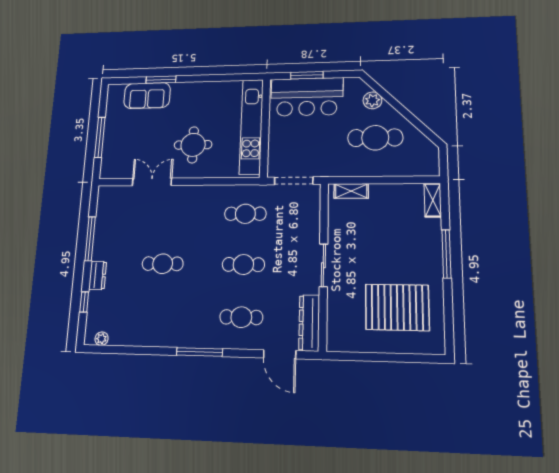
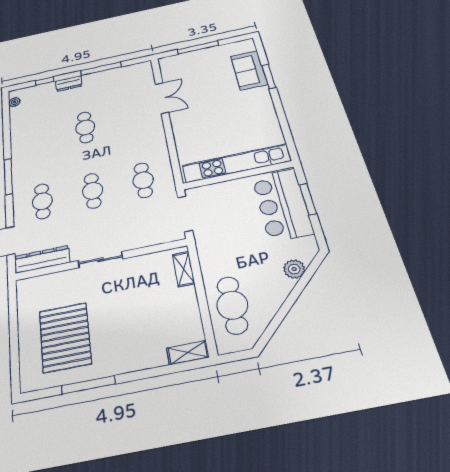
cafe table: (375, 138) -> (232, 305), moved
round table: (193, 145) -> (206, 120), removed
window: (446, 254) -> (88, 385), moved

